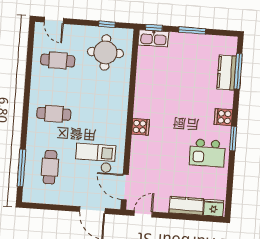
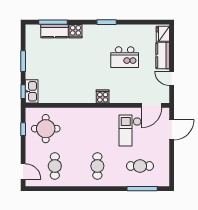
door: (54, 20) -> (23, 171), hinge flipped
cooker: (223, 117) -> (75, 31), moved
kitchen island: (207, 153) -> (125, 57), moved, turned 90
door: (143, 214) -> (172, 78), moved

